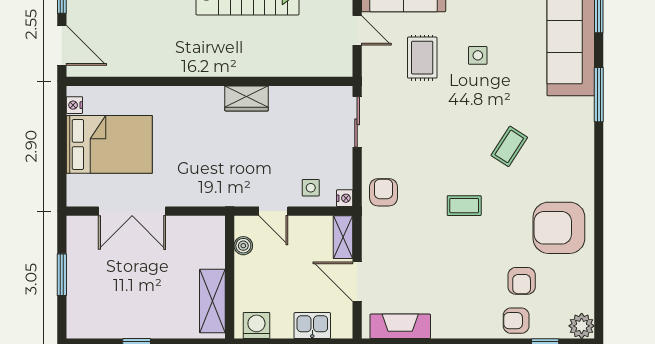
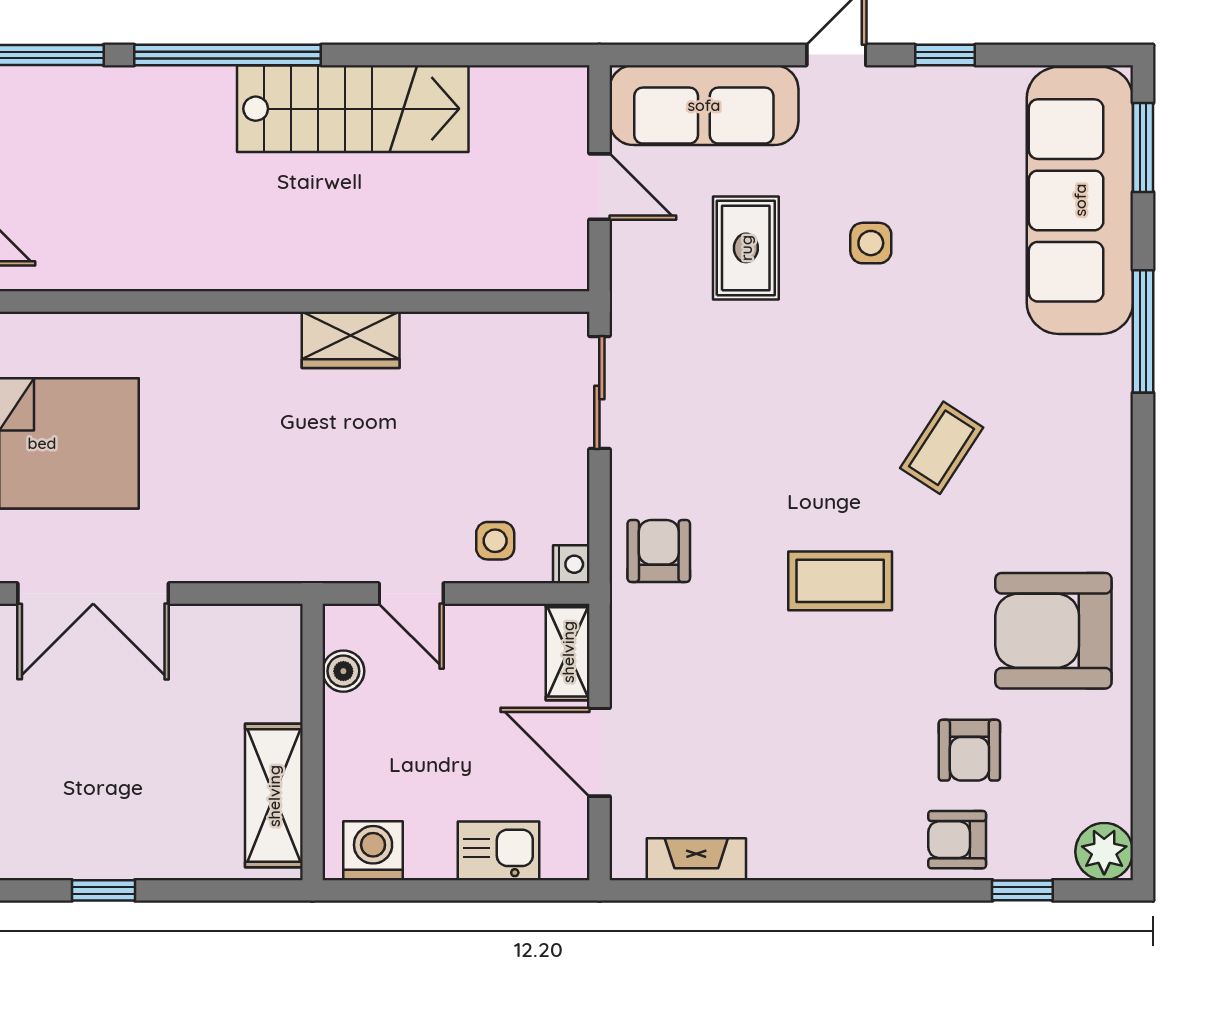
coffee table: (464, 206) -> (840, 581), width x1.36, depth x1.30
fireplace: (400, 326) -> (696, 859), width x0.73, depth x0.76

